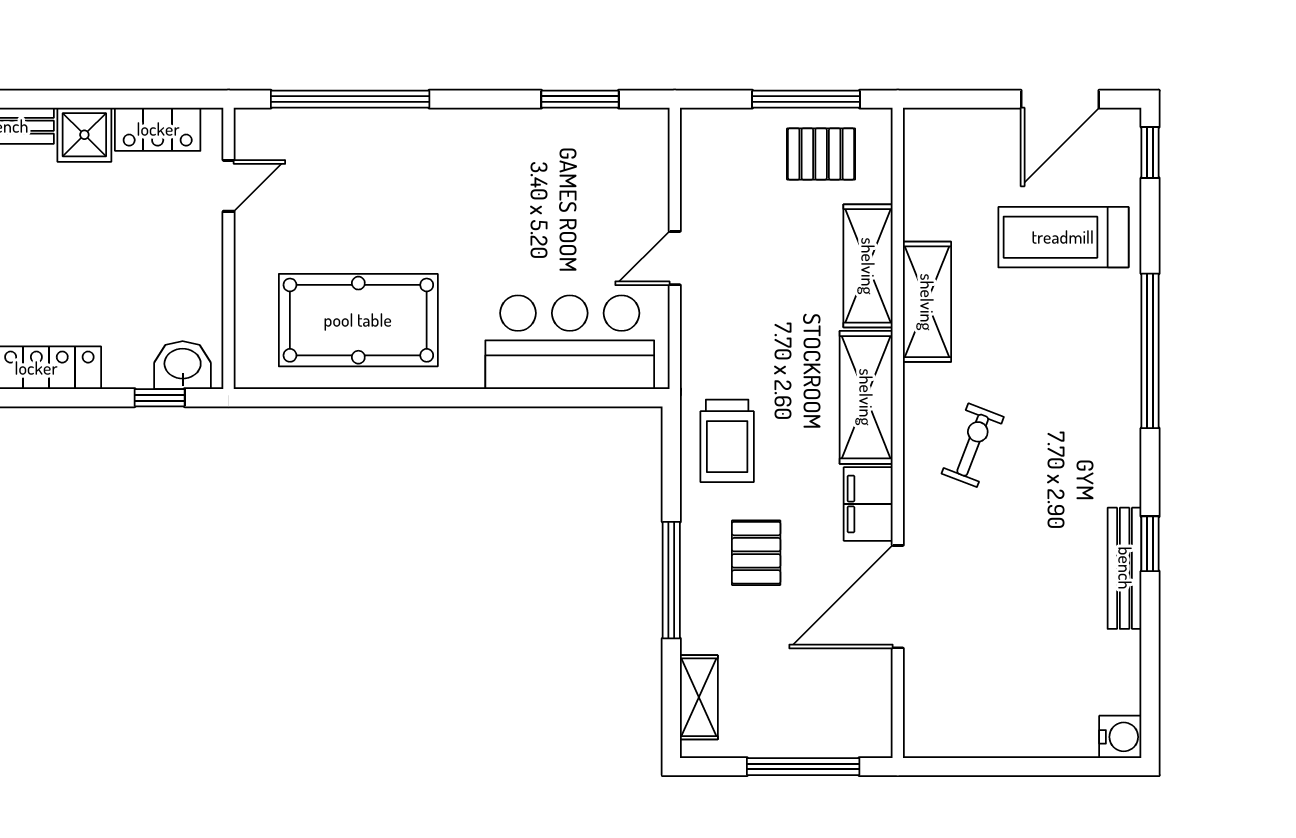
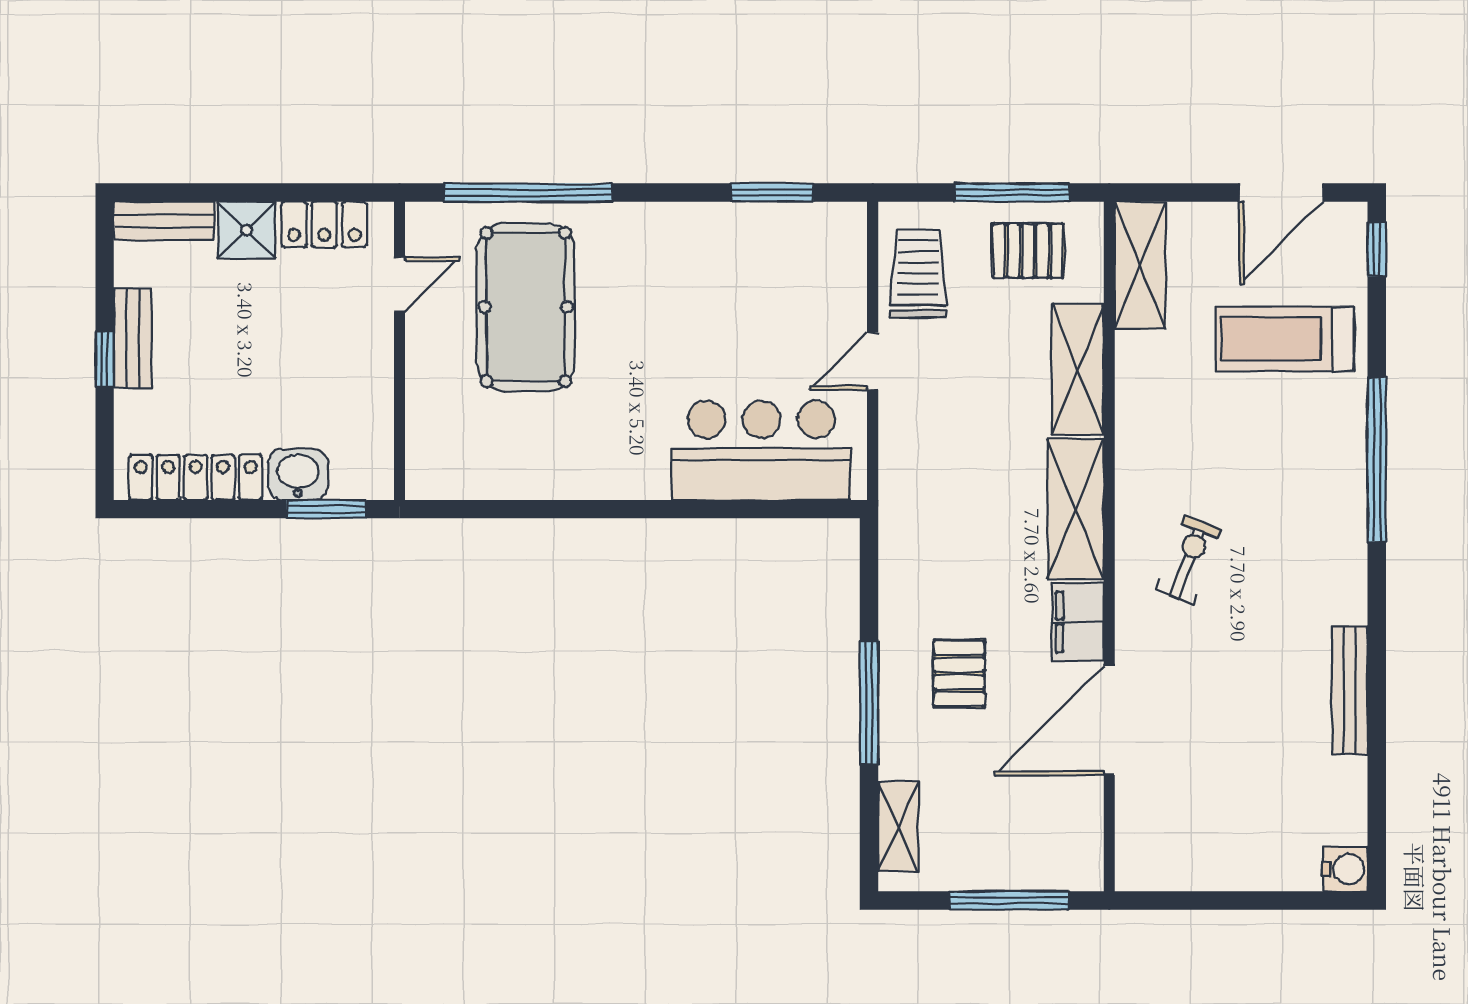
shelving: (927, 302) -> (1140, 265), moved
pool table: (358, 320) -> (526, 307), moved, turned 90
washbasin: (183, 365) -> (298, 475), moved
window: (160, 398) -> (326, 509), width x1.50
trolley: (727, 441) -> (918, 274), moved, turned 180
window: (1150, 544) -> (1377, 664), removed

